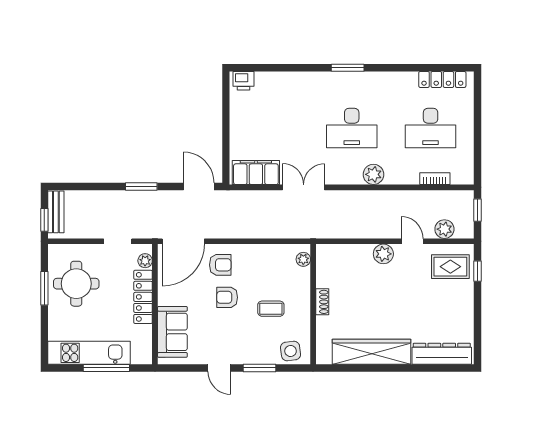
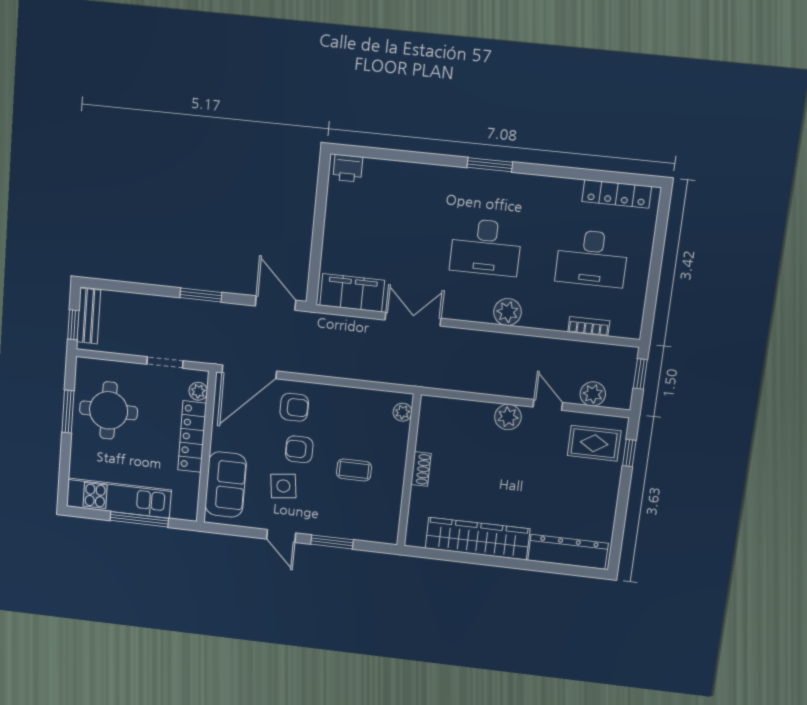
side table: (291, 351) -> (283, 486), moved

